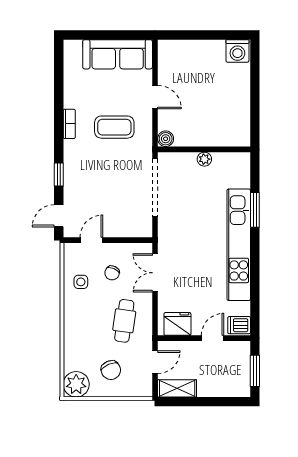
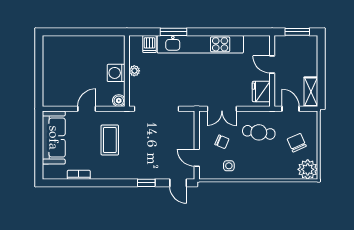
washing machine: (237, 51) -> (116, 73), moved, turned 180
bookcase: (69, 124) -> (79, 175), moved
dishwasher: (239, 325) -> (149, 44), moved
chair: (111, 370) -> (297, 143), turned -91

